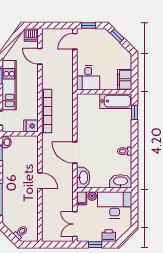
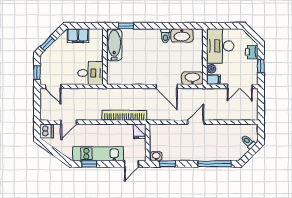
filing cabinet: (125, 80) -> (78, 36), moved
door: (75, 152) -> (167, 86), hinge flipped
washbasin: (121, 181) -> (182, 36), moved, turned -90

